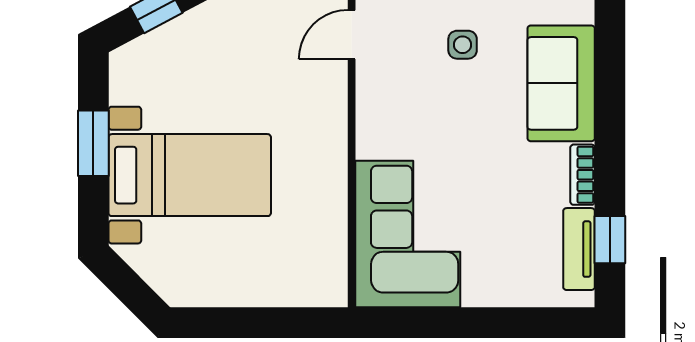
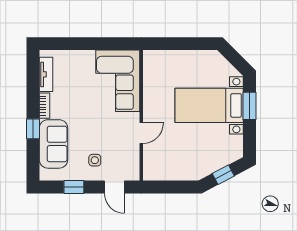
door: (352, 35) -> (141, 133), moved
window: (93, 143) -> (250, 106), moved
window: (610, 240) -> (33, 129), moved

